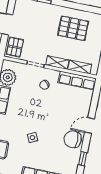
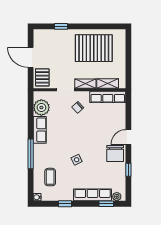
pallet: (73, 28) -> (94, 48), width x1.37, depth x1.41
chair: (73, 139) -> (115, 153), turned -90

